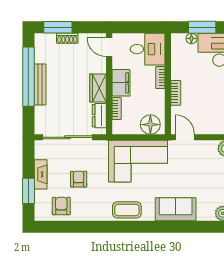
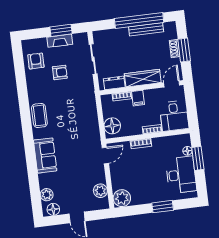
window: (58, 27) -> (184, 50), moved
filing cabinet: (121, 83) -> (138, 98), width x0.50
bench: (40, 84) -> (146, 29), moved
wardrobe: (98, 88) -> (143, 78), width x1.50
sliding door: (67, 137) -> (93, 59), width x0.73
corner sofa: (138, 161) -> (81, 120), removed
window: (28, 191) -> (61, 30), moved
armchair: (61, 206) -> (36, 61), turned -90

